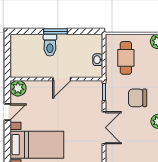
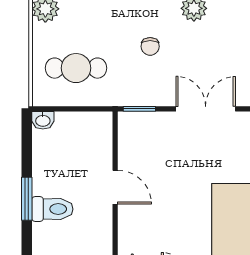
washbasin: (98, 60) -> (43, 120), moved
chair: (138, 98) -> (150, 46), width x0.54, depth x0.54

